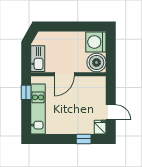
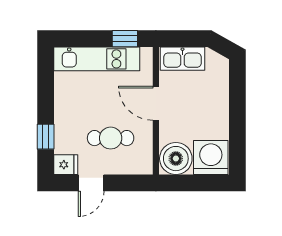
cafe table: (84, 101) -> (111, 138), added

